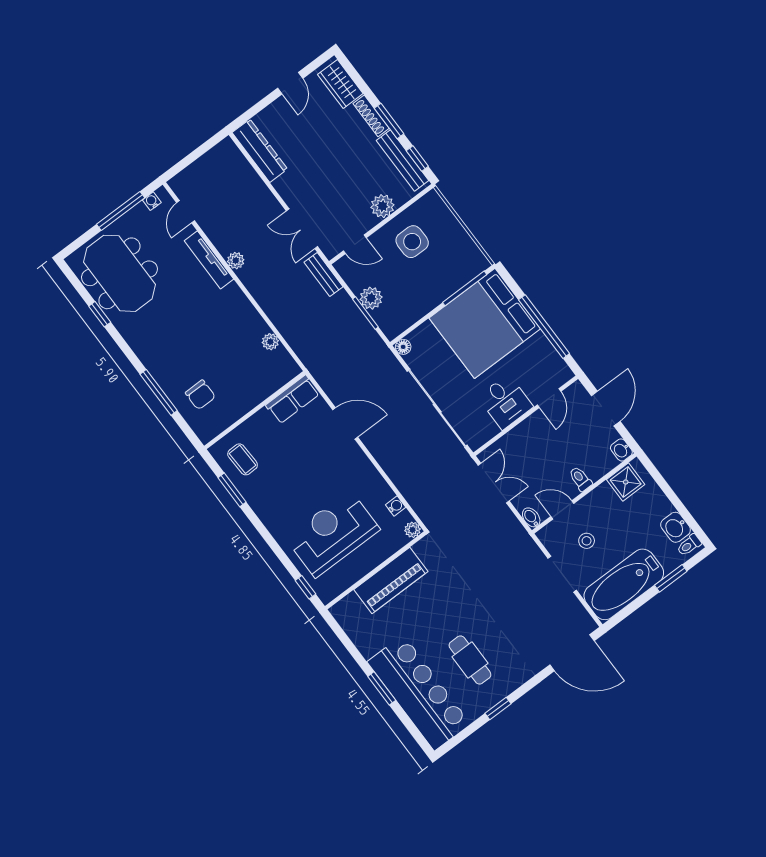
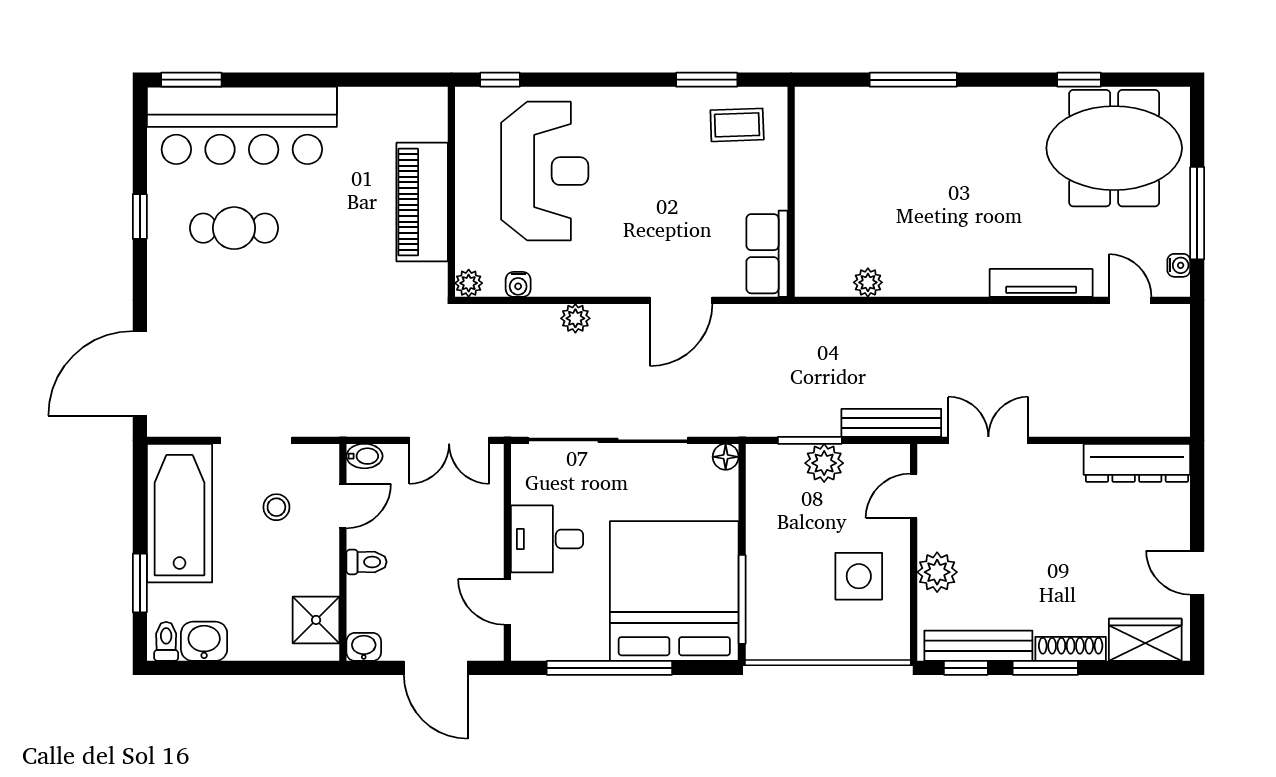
plant: (236, 261) -> (575, 318), moved
bench: (324, 275) -> (891, 423), width x1.36
chair: (200, 395) -> (867, 134), removed
window: (382, 688) -> (191, 80), moved

